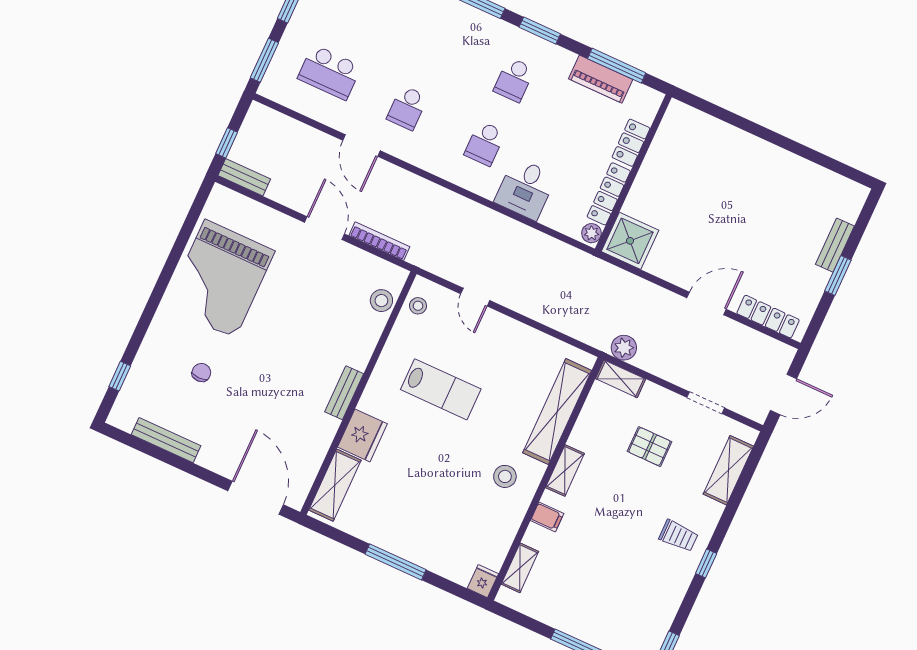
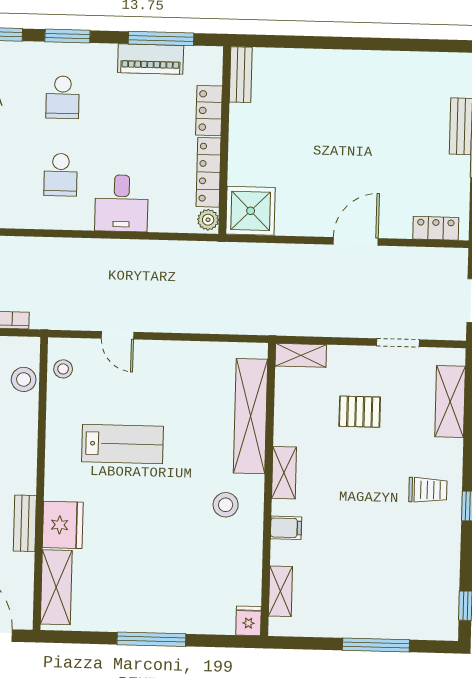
bench: (670, 124) -> (241, 75), added
locker: (768, 317) -> (436, 228), width x0.66
plant: (624, 348) -> (291, 322), removed
bench: (344, 393) -> (25, 523), moved

